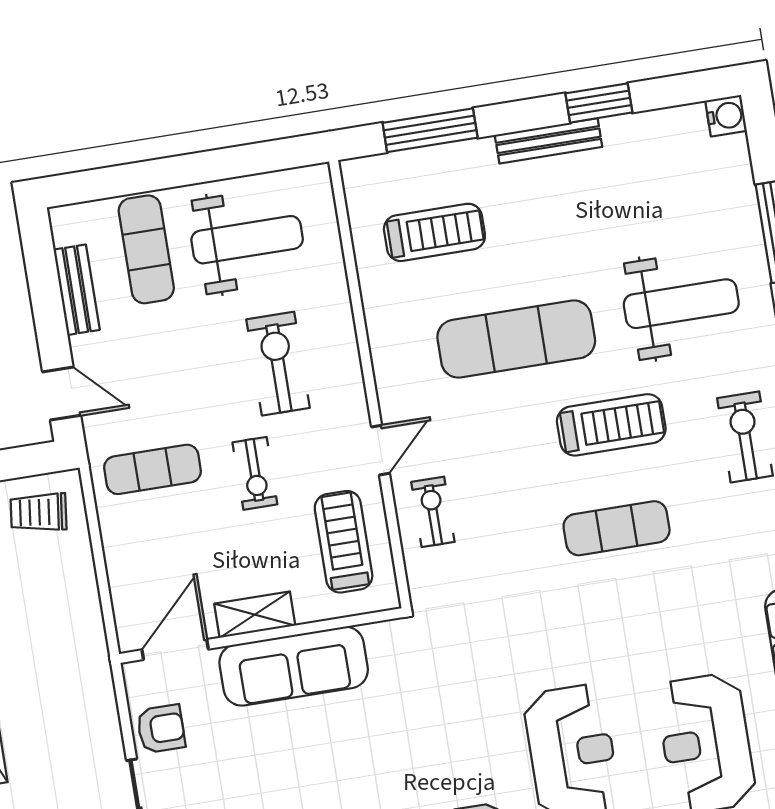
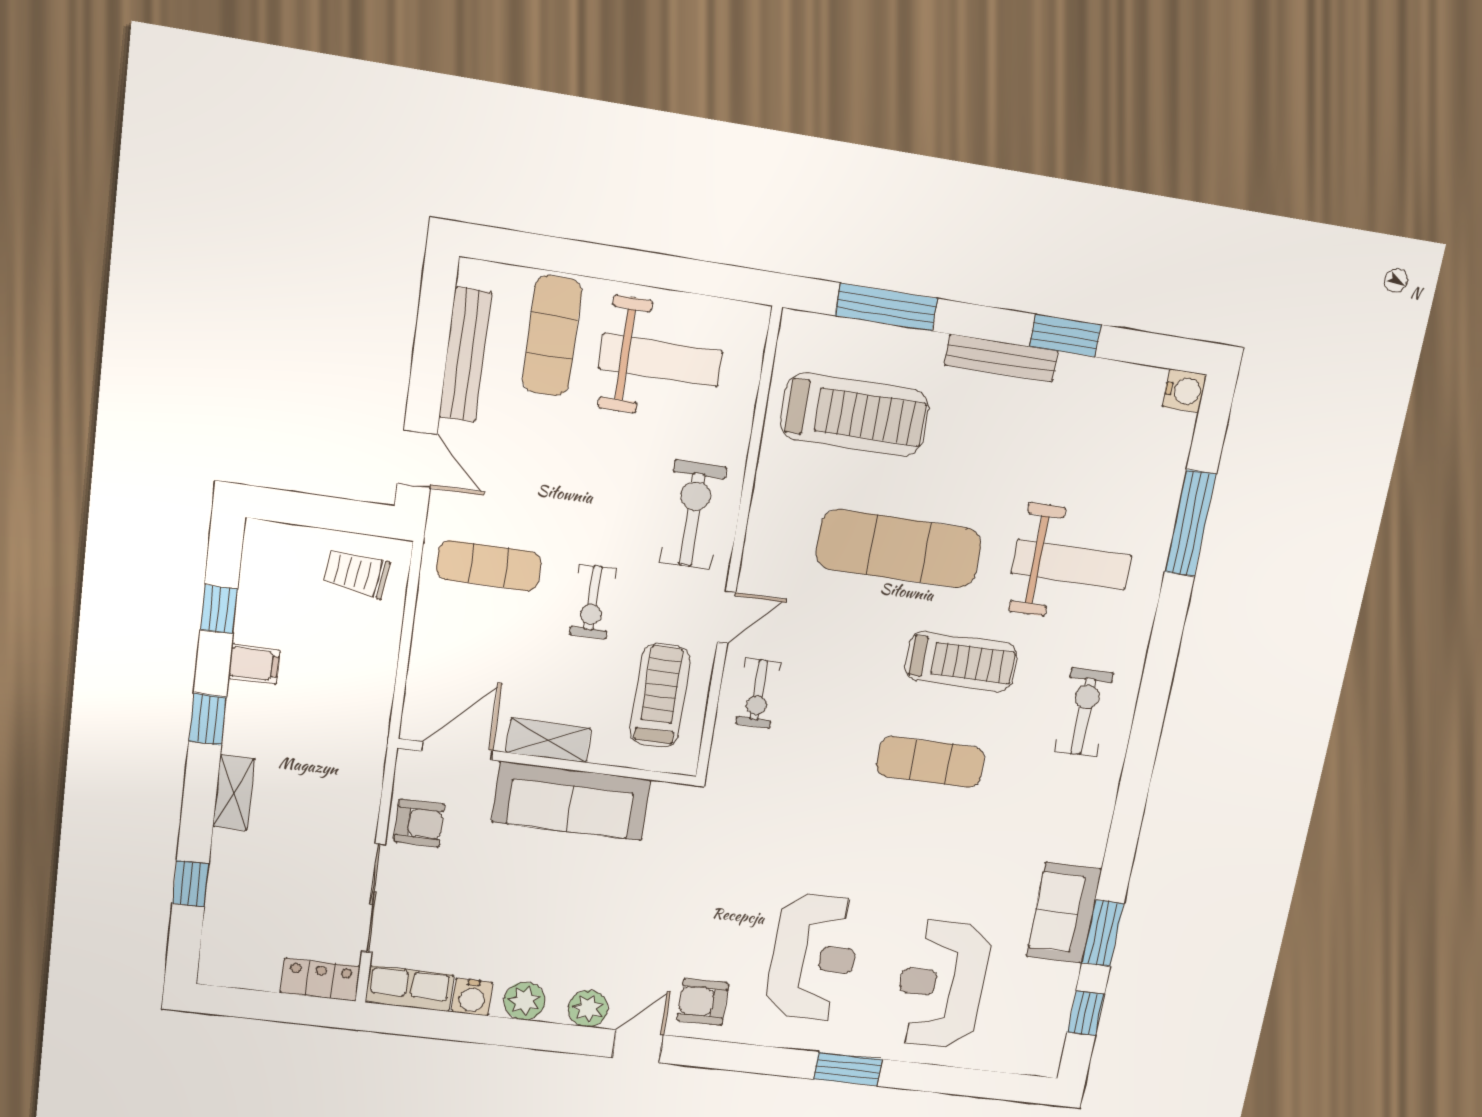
treadmill: (434, 232) -> (855, 415), width x1.37, depth x1.38
bench: (77, 290) -> (465, 355), width x1.36
exercise bike: (278, 364) -> (693, 515), moved
exercise bike: (433, 512) -> (758, 693), turned 180

